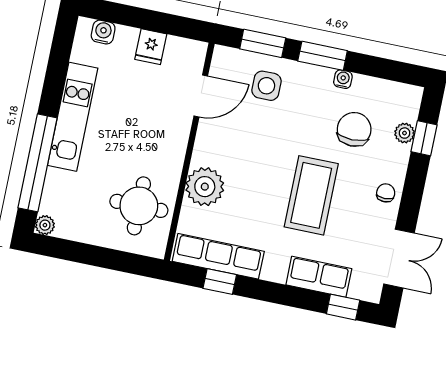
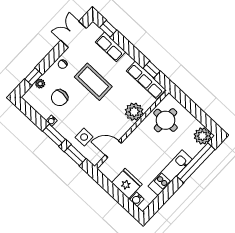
fridge: (151, 47) -> (127, 184), width x1.88, depth x1.34
coffee table: (311, 195) -> (93, 82), turned 90
plant: (45, 225) -> (203, 136), width x1.88, depth x1.88

